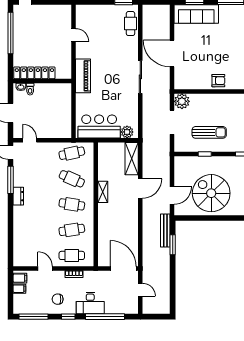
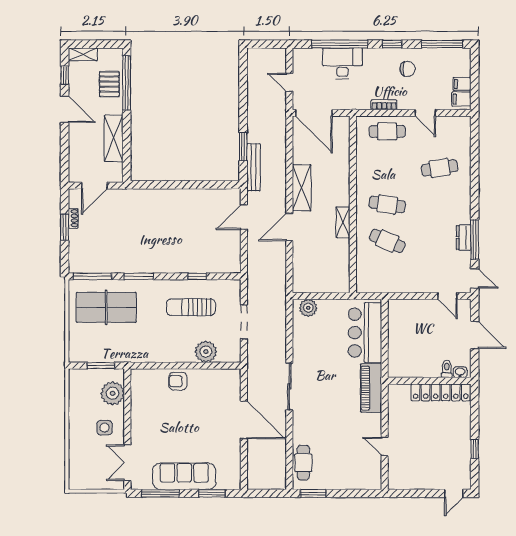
sofa: (196, 14) -> (184, 476), moved
window: (11, 33) -> (475, 449), width x0.32
plant: (182, 101) -> (206, 352), moved
bar counter: (99, 126) -> (365, 333), moved, turned 90
cafe table: (72, 153) -> (387, 277), removed
shelving: (132, 159) -> (302, 188), moved
spiral stairs: (211, 193) -> (188, 220), removed
dresser: (18, 196) -> (464, 238), moved
cafe table: (72, 230) -> (440, 168), moved
desk: (90, 303) -> (342, 63), moved

